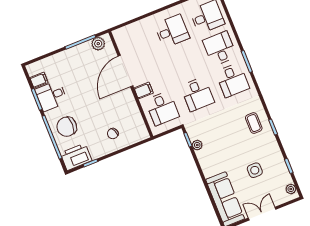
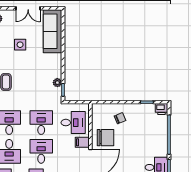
desk: (185, 63) -> (41, 151), added
desk: (162, 108) -> (73, 123), turned 90
chair: (67, 127) -> (106, 138), moved
printer: (76, 157) -> (162, 109), width x0.53, depth x0.68

